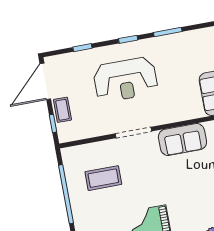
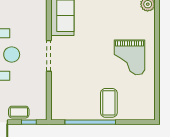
coffee table: (103, 178) -> (109, 103), moved

